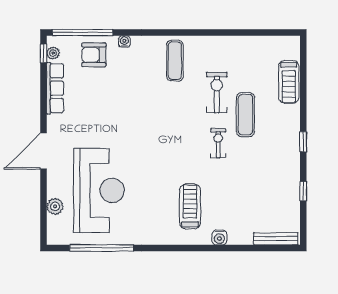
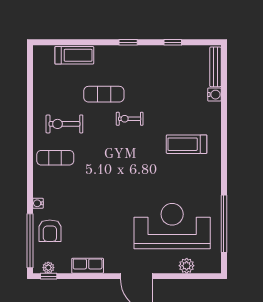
row of seats: (55, 88) -> (88, 266), width x0.68
exercise bike: (217, 92) -> (64, 124), moved
water cooler: (219, 237) -> (214, 95), moved

